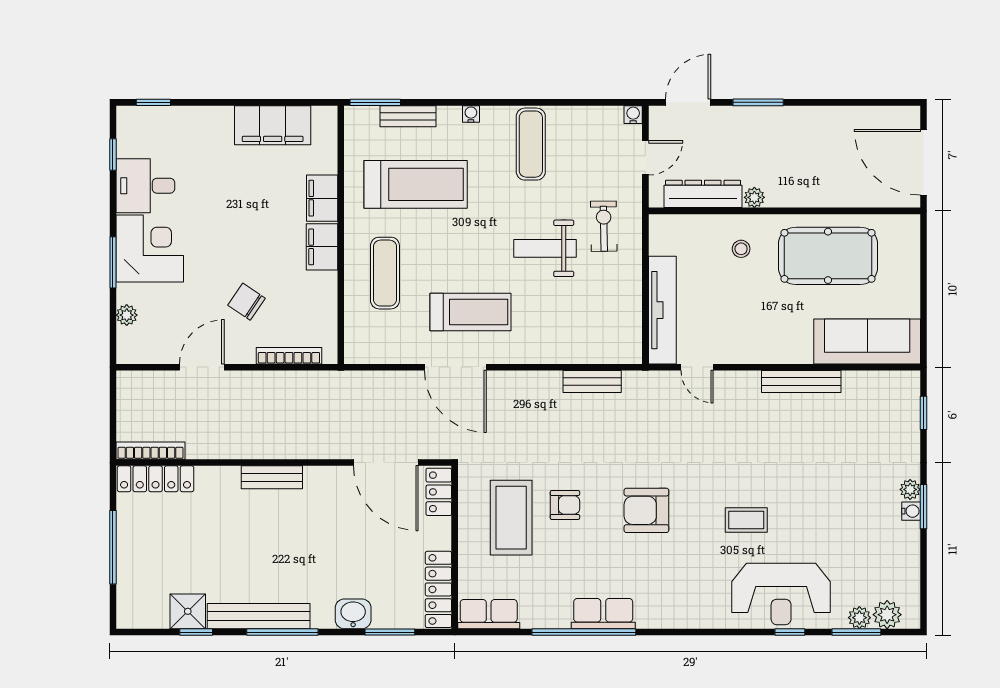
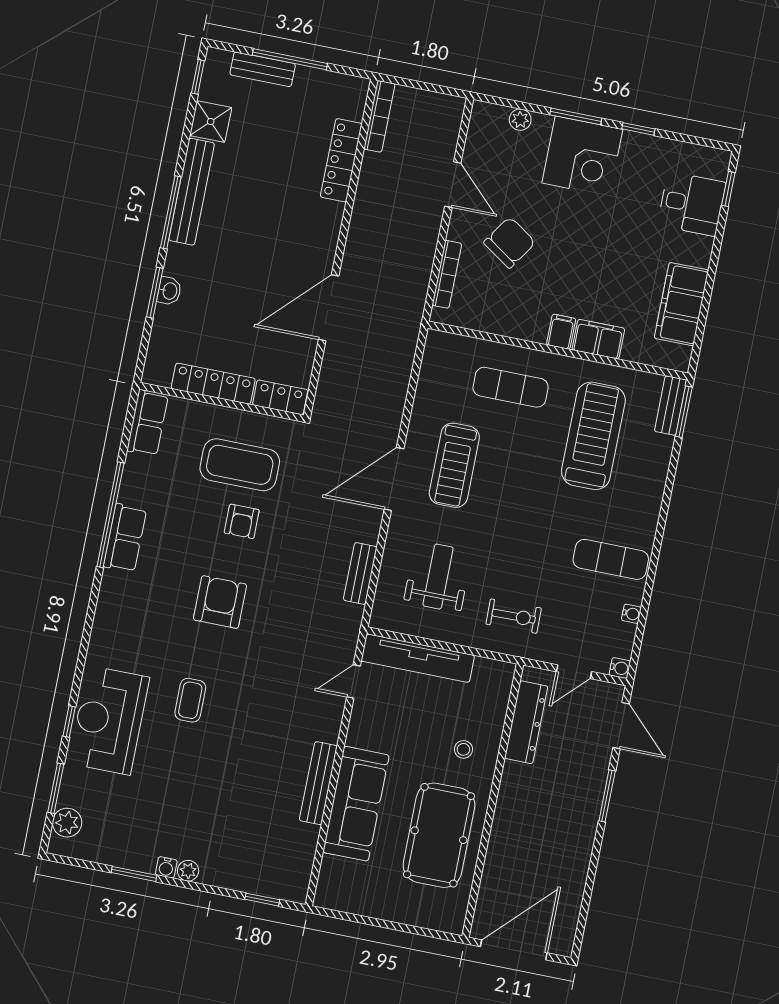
water cooler: (471, 114) -> (631, 614), moved
bench: (408, 116) -> (671, 406), moved
window: (113, 155) -> (638, 129), moved
door: (645, 158) -> (574, 672), hinge flipped
treadmill: (416, 184) -> (593, 436), turned 180
desk: (145, 186) -> (692, 204), moved, turned 90
plant: (754, 197) -> (512, 773), removed
filing cabinet: (322, 247) -> (561, 332), width x0.50
weight bench: (545, 248) -> (438, 577), moved
chair: (247, 302) -> (510, 243), width x1.37, depth x1.37
sofa: (867, 341) -> (356, 804), moved
door: (455, 367) -> (394, 479), moved
door: (386, 463) -> (329, 308), moved
bench: (272, 477) -> (263, 69), moved, turned 90
locker: (156, 479) -> (341, 160), moved
window: (923, 507) -> (134, 874), moved
locker: (438, 589) -> (213, 384), moved
washbasin: (353, 614) -> (169, 291), width x0.72, depth x0.69
plant: (859, 618) -> (70, 794), removed
window: (196, 632) -> (198, 77), moved
window: (390, 632) -> (155, 293), moved

